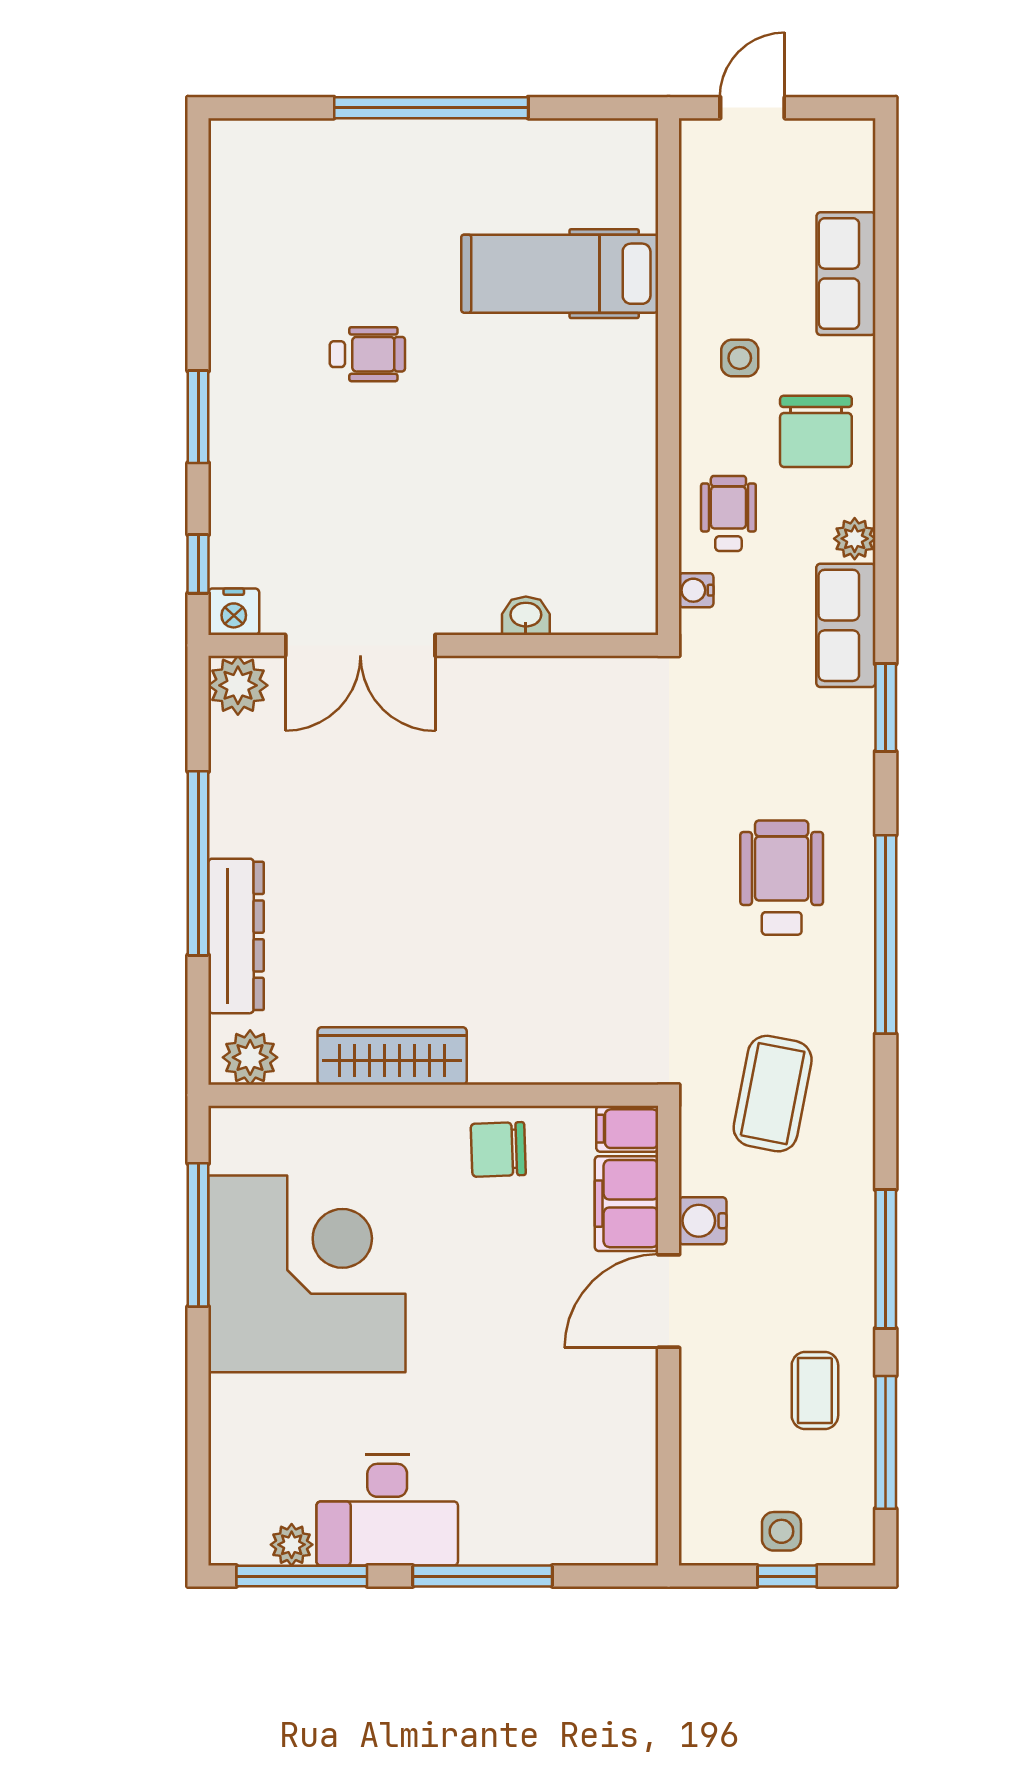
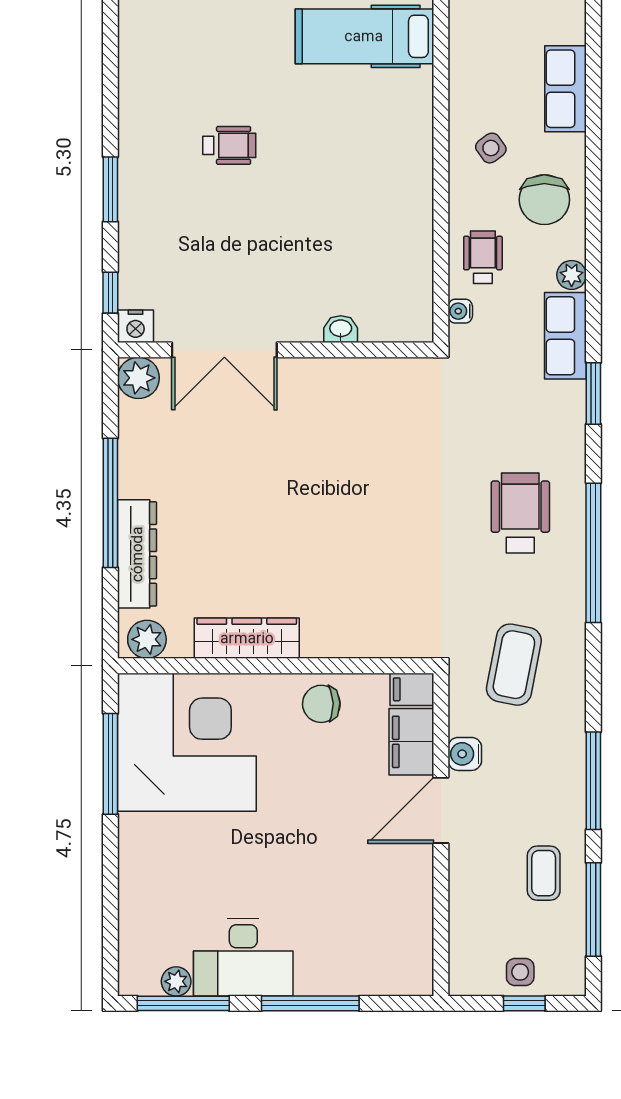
hospital bed: (560, 274) -> (364, 36), moved
side table: (740, 358) -> (491, 148), turned -36
corner desk: (307, 1274) -> (187, 742), moved

